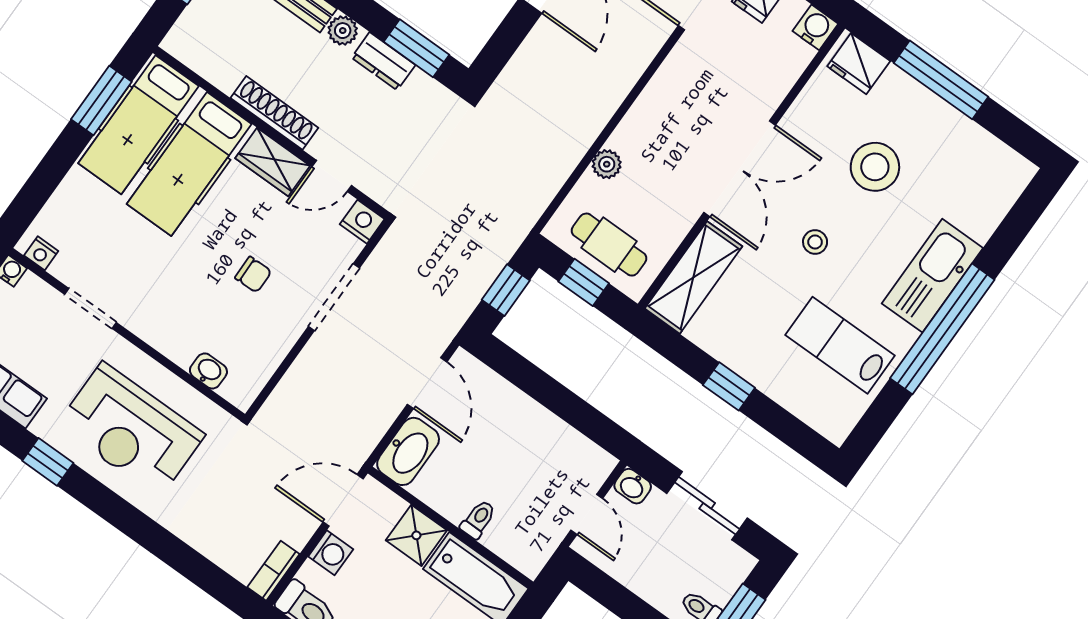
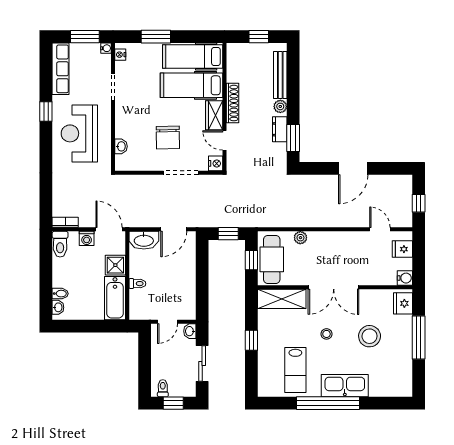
window: (101, 101) -> (156, 37), moved
cafe table: (609, 245) -> (272, 259), width x1.37, depth x1.35
chair: (253, 275) -> (168, 138), width x1.87, depth x1.87
lab bench: (840, 345) -> (295, 370), turned 180

